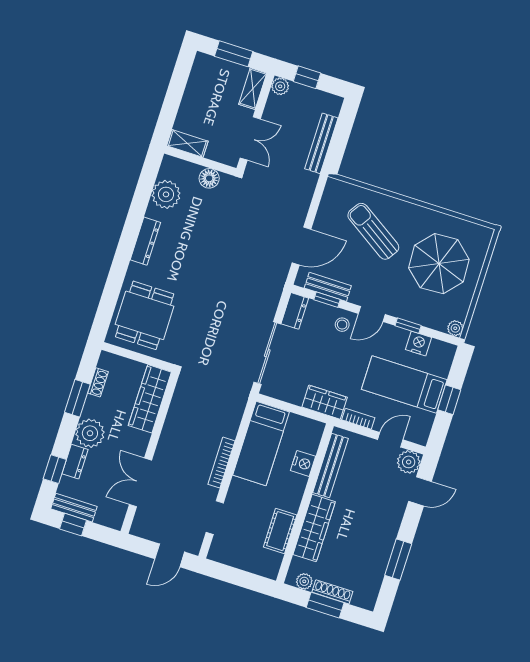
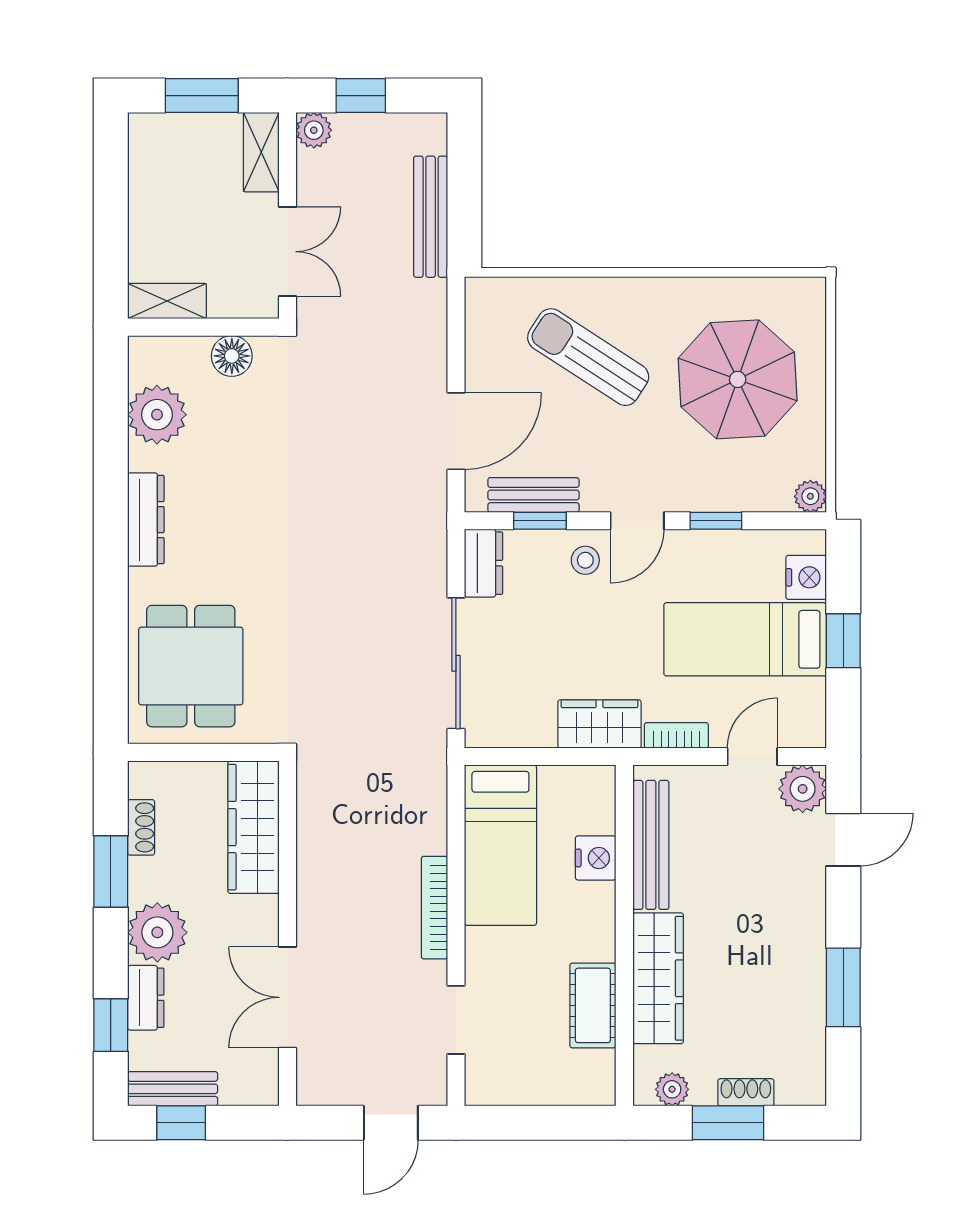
nightstand: (419, 343) -> (806, 577), moved, turned 90
shoe rack: (332, 592) -> (746, 1092), width x0.70

